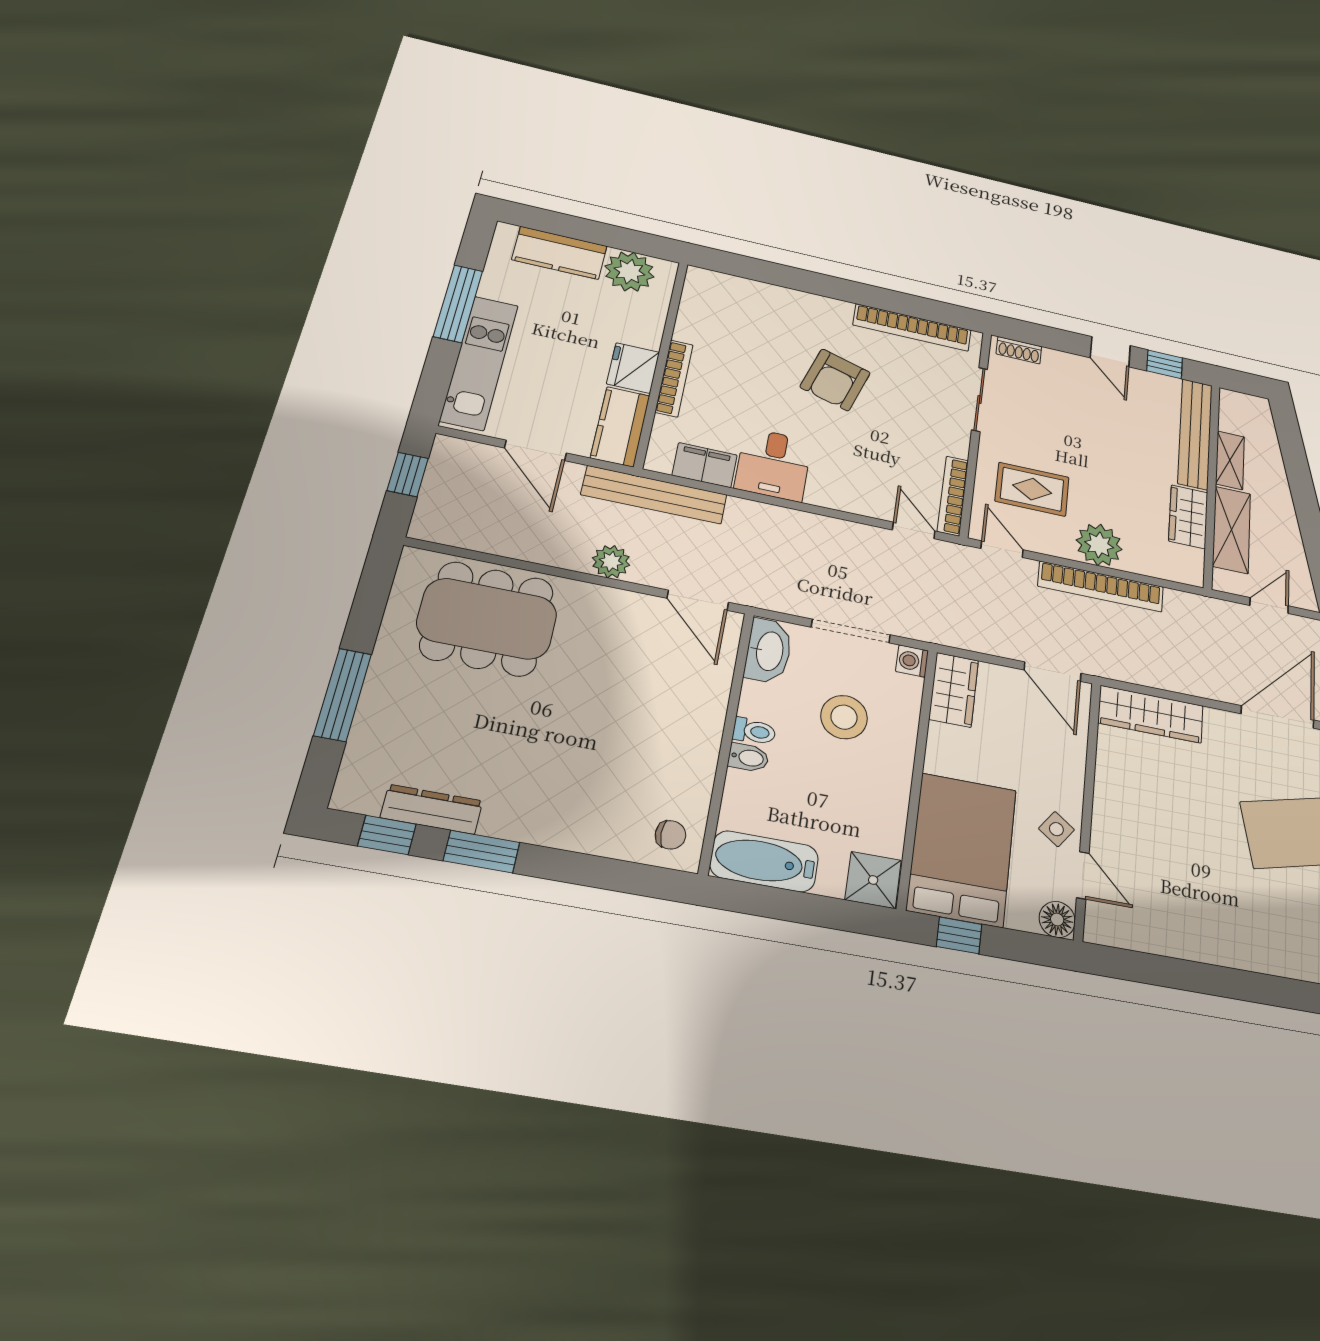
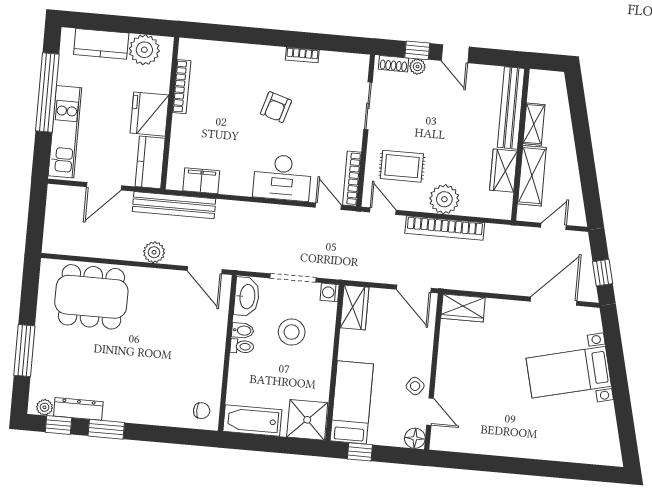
window: (458, 304) -> (47, 92), width x1.46
bookcase: (912, 328) -> (302, 55), width x0.43, depth x0.76
plant: (1055, 359) -> (417, 67), added
window: (1165, 364) -> (417, 50), moved
fridge: (633, 368) -> (150, 114), width x1.36, depth x1.34
bookcase: (674, 378) -> (182, 87), moved
armchair: (835, 380) -> (276, 107), width x0.72, depth x0.72
door: (536, 450) -> (104, 186), hinge flipped
desk: (773, 465) -> (282, 178), moved, width x1.37
window: (408, 474) -> (37, 213), removed
wardrobe: (1151, 714) -> (463, 308), width x0.67
bidet: (748, 758) -> (243, 330), moved
plant: (364, 800) -> (45, 407), added
bed: (962, 849) -> (352, 402), width x0.67
shower: (873, 880) -> (307, 420), width x1.36, depth x1.36

